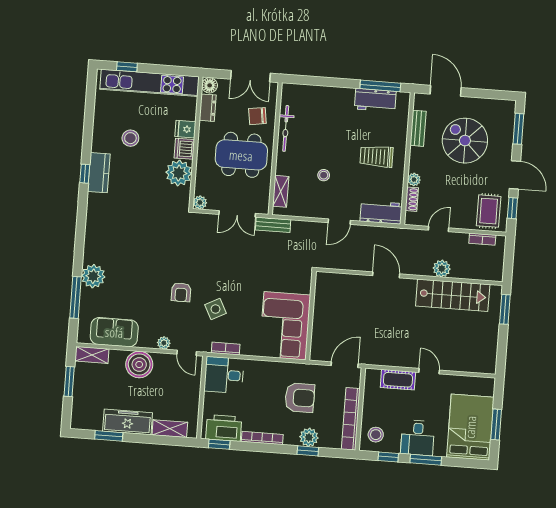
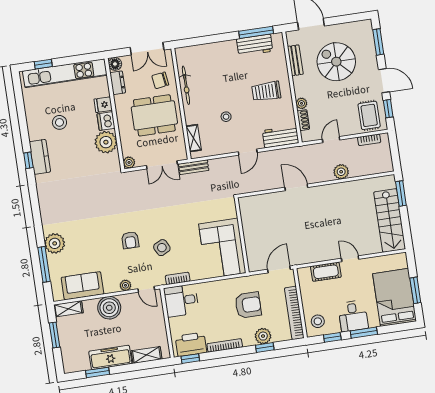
stairs: (453, 295) -> (390, 220), moved, turned 90

